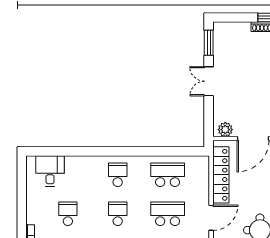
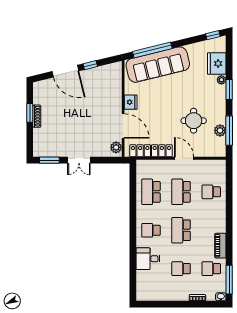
desk: (50, 171) -> (148, 259), moved
school desk: (118, 214) -> (181, 230), width x1.85

